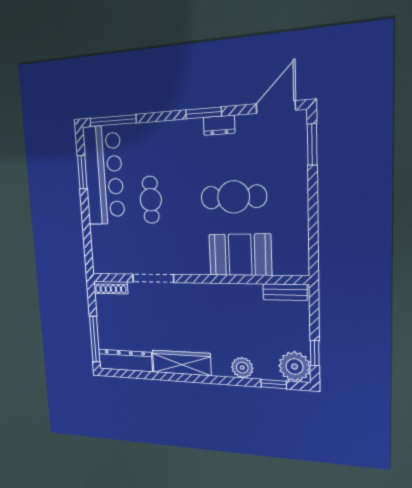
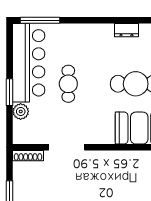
window: (203, 113) -> (115, 20), removed
window: (82, 172) -> (10, 92), moved
plant: (99, 235) -> (21, 112), added

